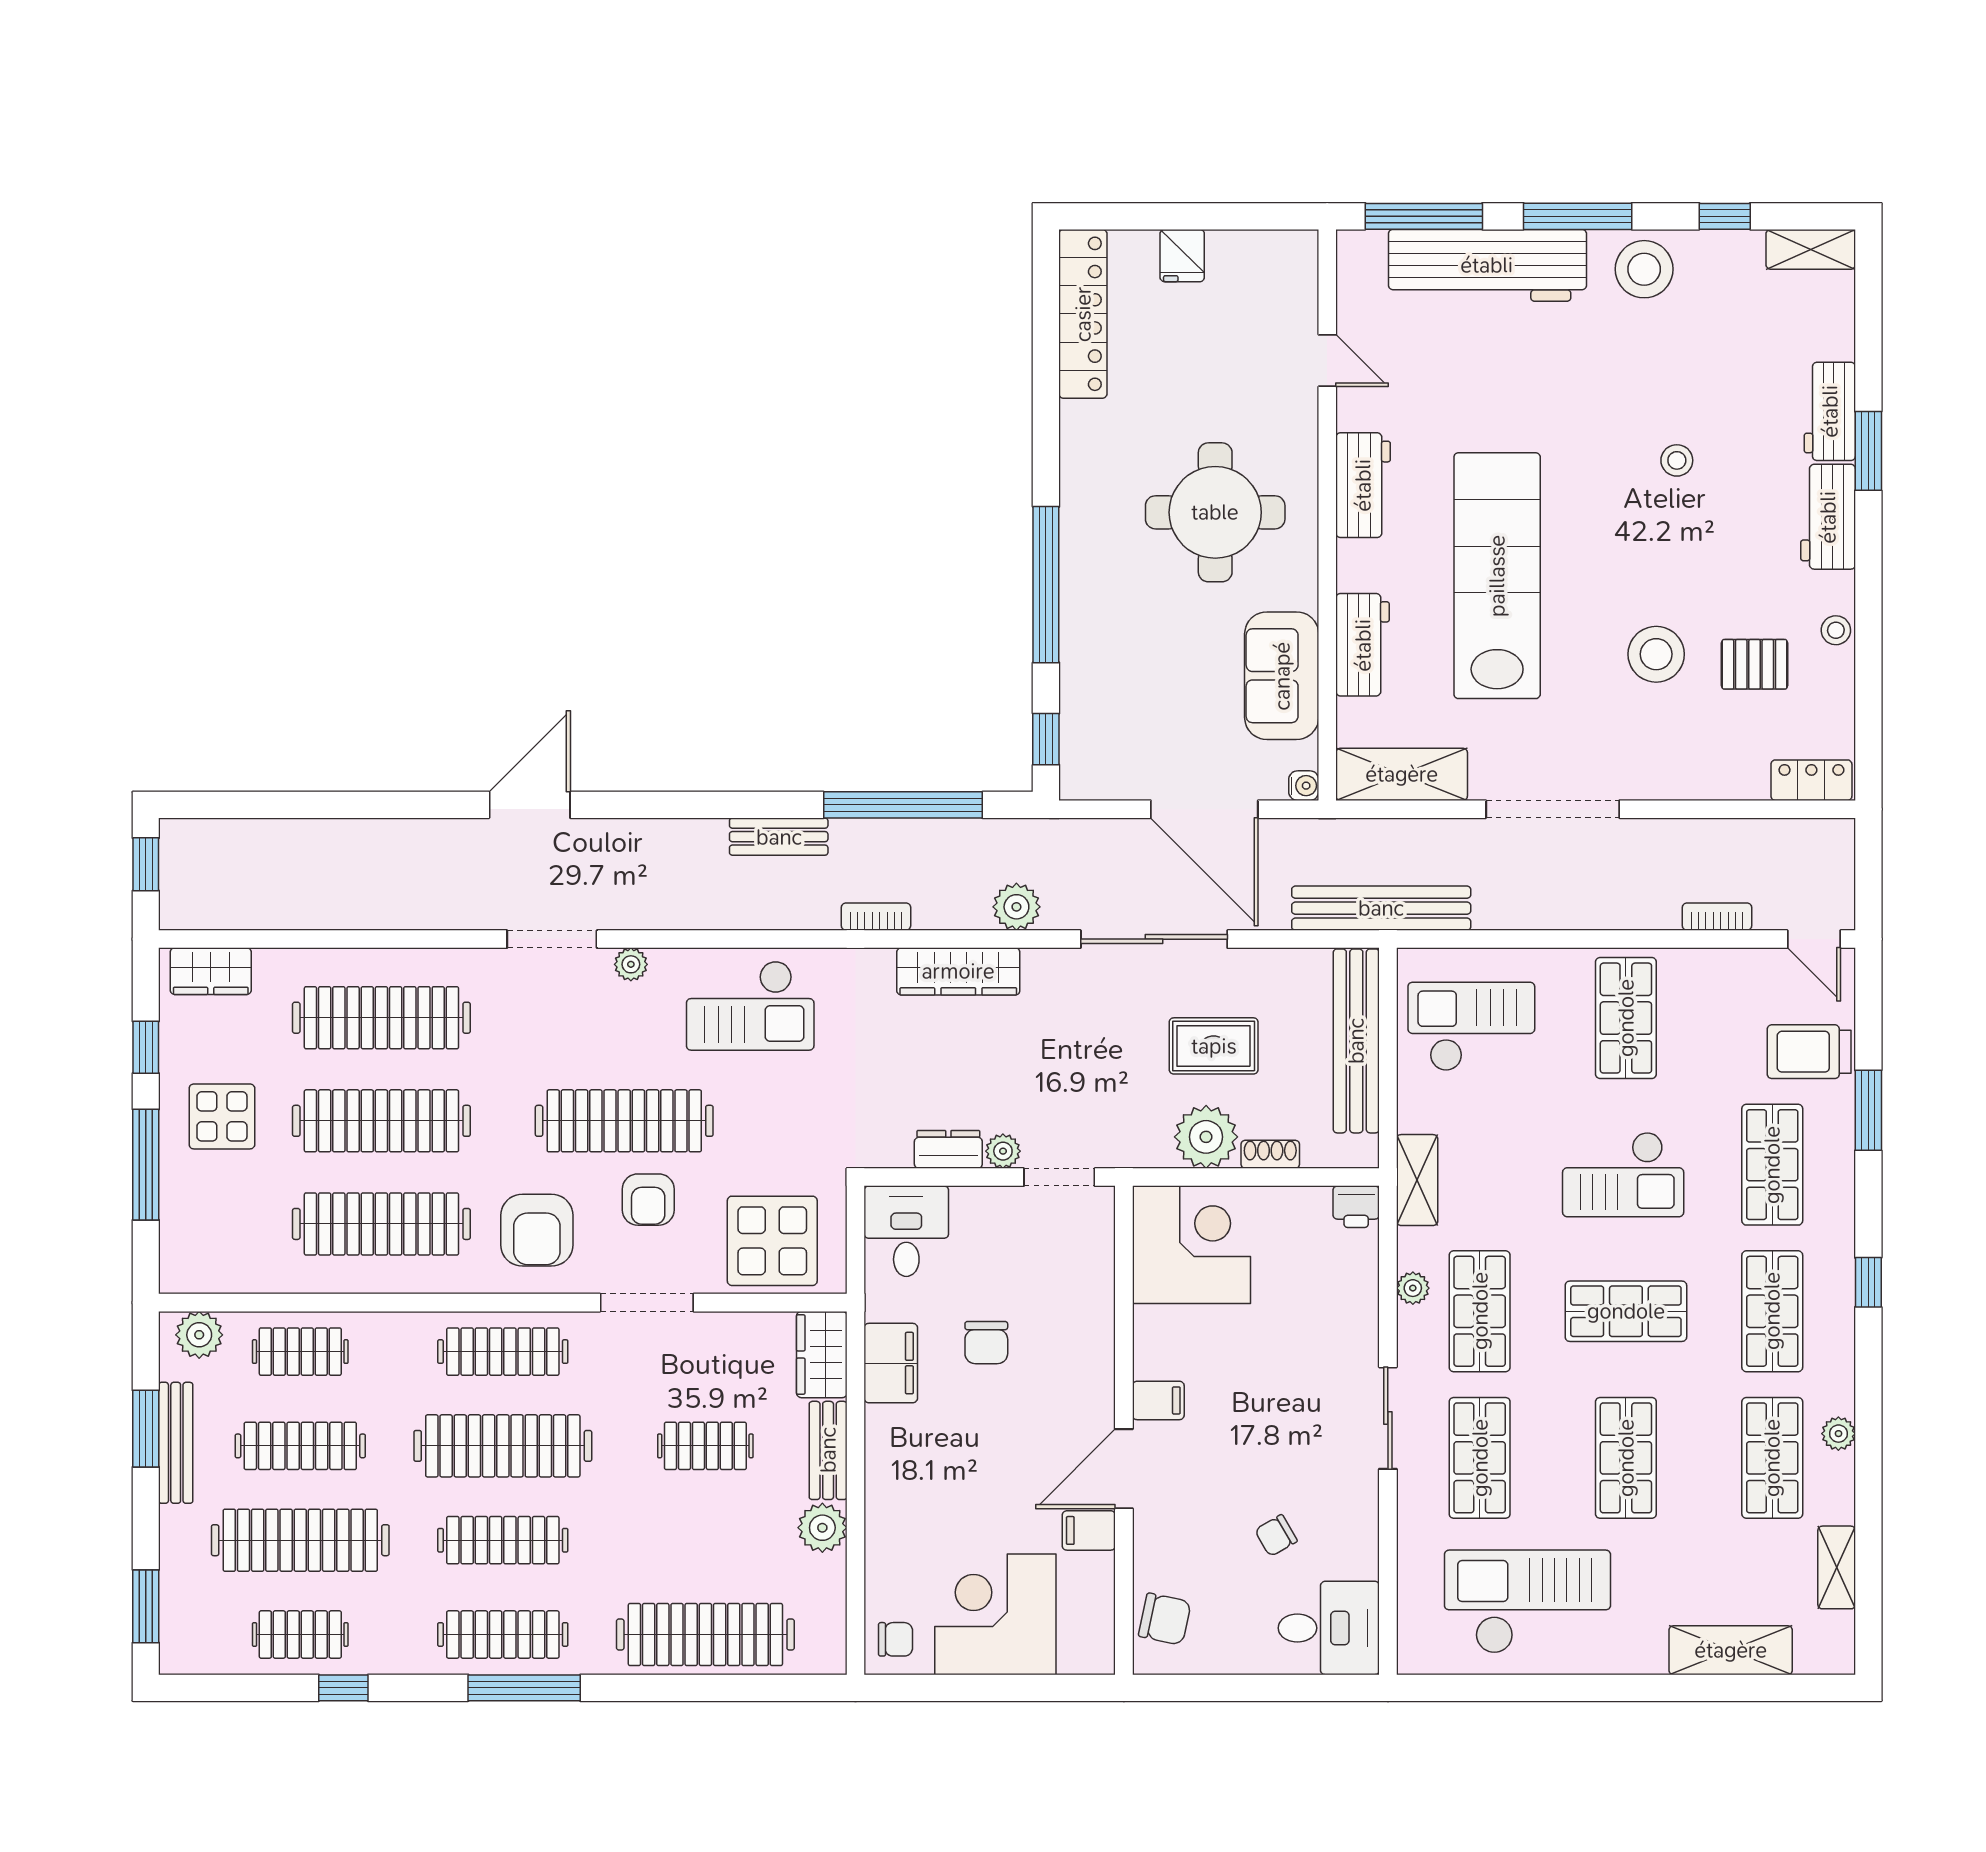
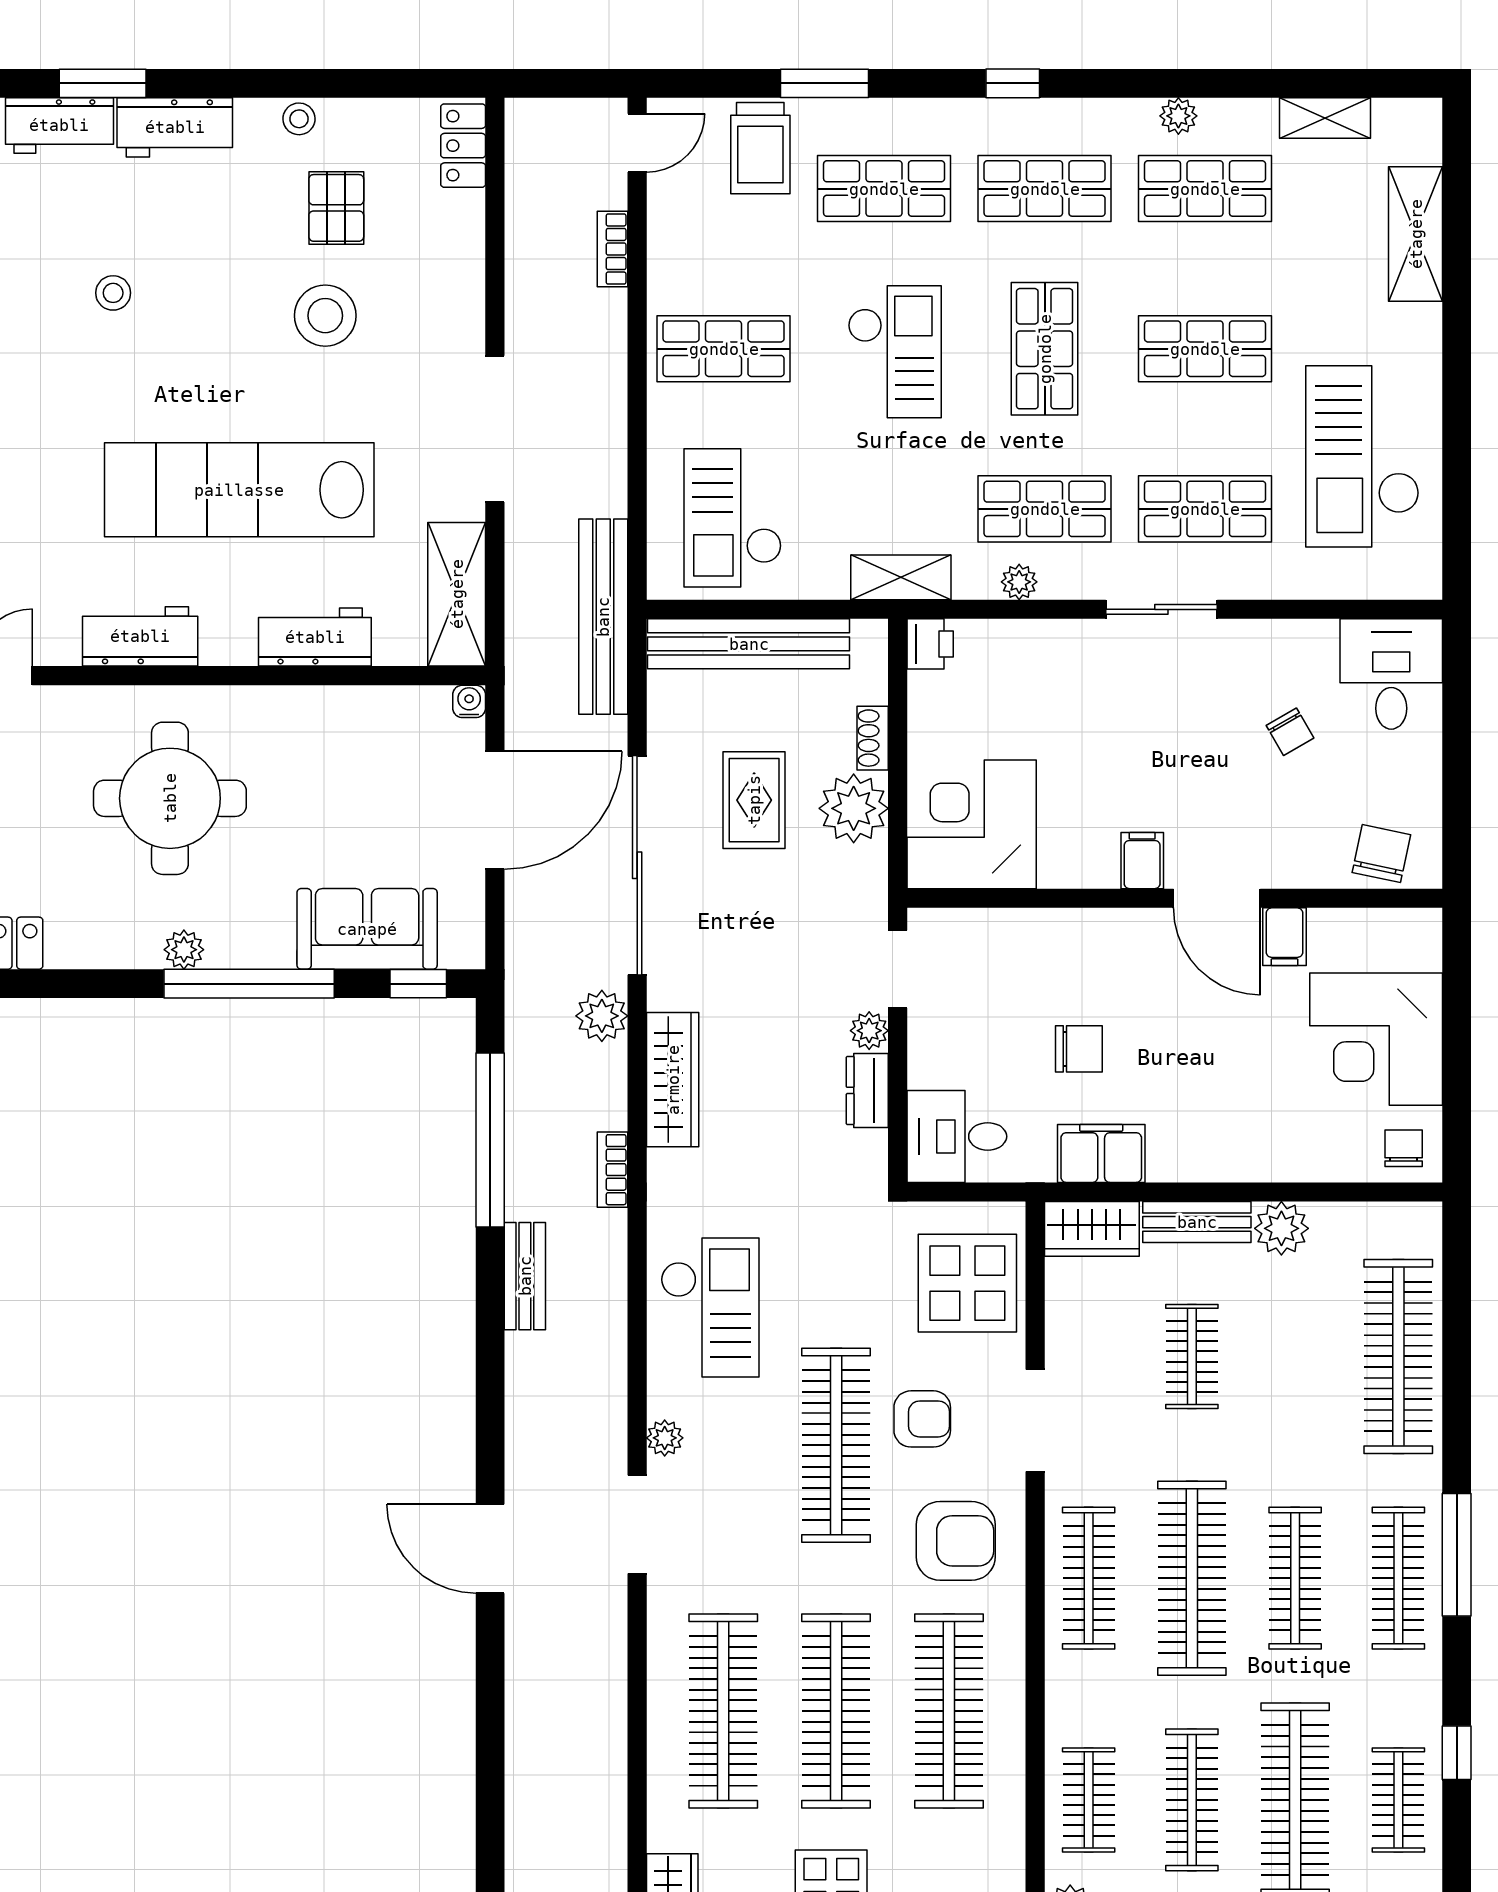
plant: (1077, 525) -> (184, 950), added
sofa: (1282, 676) -> (367, 929), moved, turned 180
sliding door: (1154, 939) -> (637, 865), width x1.36

